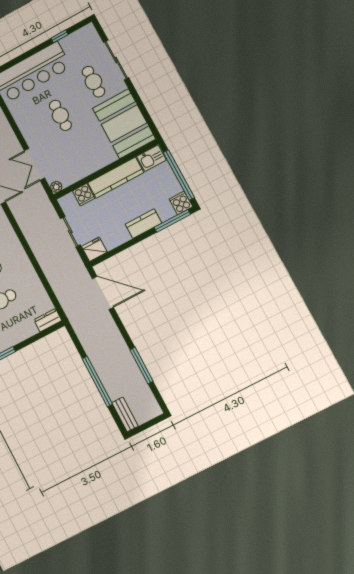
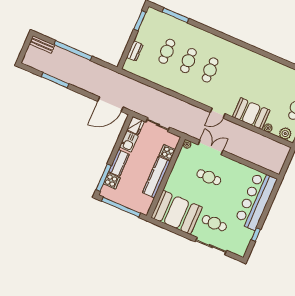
cafe table: (60, 115) -> (209, 177), moved
kitchen sink: (151, 158) -> (129, 141), moved, turned 180
cooker: (181, 203) -> (112, 181), moved
dresser: (48, 320) -> (135, 51), moved

